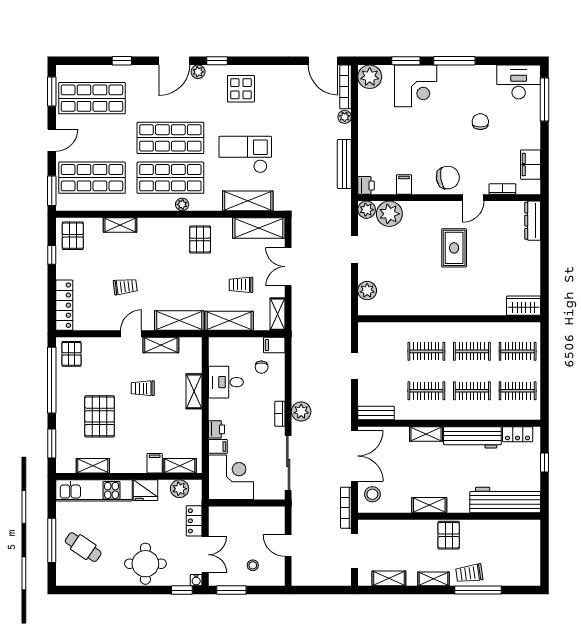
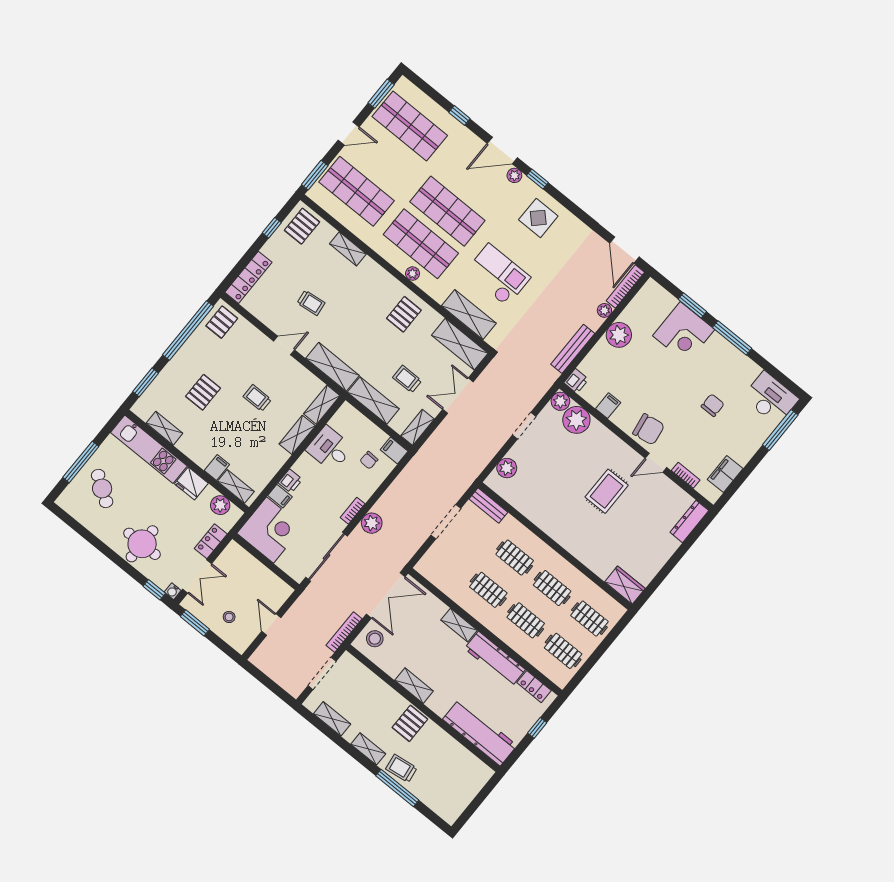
plant: (370, 77) -> (619, 335), moved
shelving: (161, 345) -> (322, 405), moved, turned 90
doorway: (355, 366) -> (446, 522), width x1.38
bench: (376, 413) -> (488, 506), moved
pallet: (100, 416) -> (203, 392), width x0.67, depth x0.71

